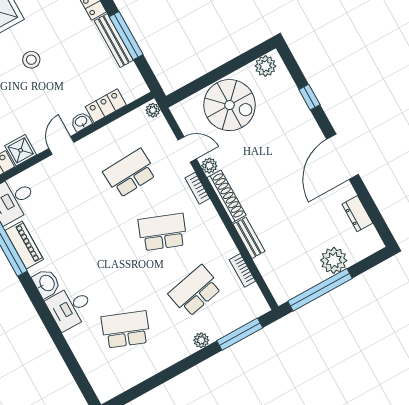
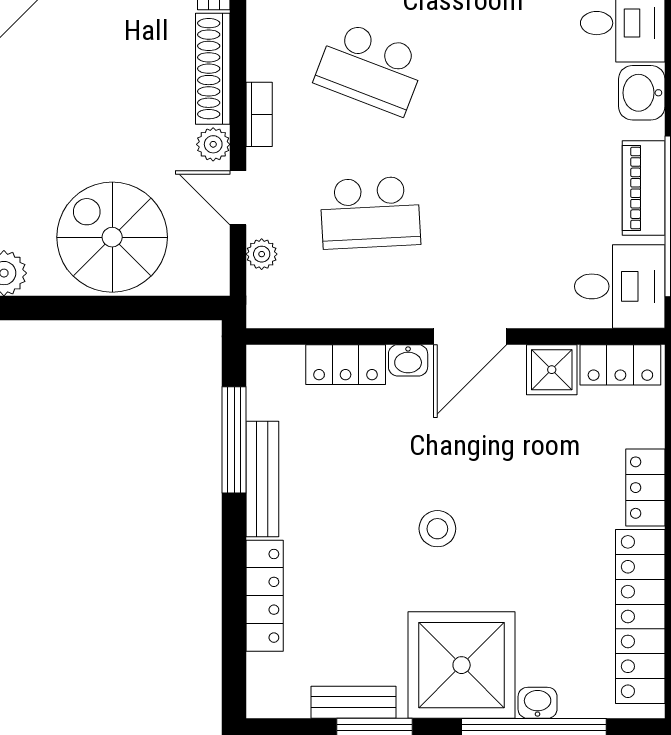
window: (126, 36) -> (234, 440), moved
plant: (153, 110) -> (262, 254), moved
door: (61, 145) -> (470, 336), width x1.38

